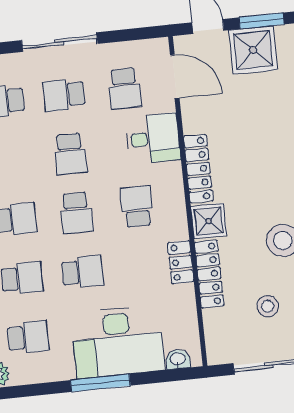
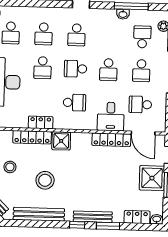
door: (175, 77) -> (143, 133), hinge flipped
school desk: (64, 95) -> (141, 71), turned 180
school desk: (70, 154) -> (108, 70), turned -90
locker: (198, 169) -> (111, 140), moved

